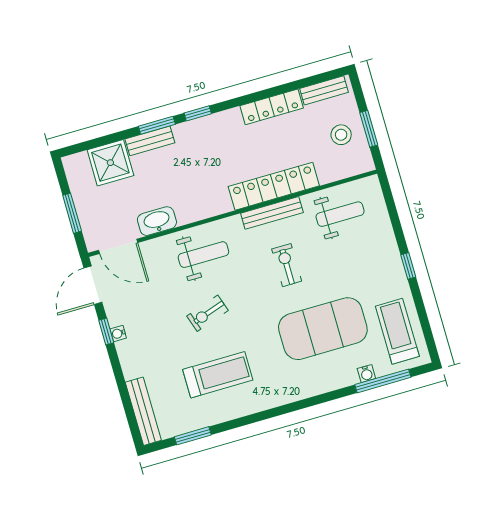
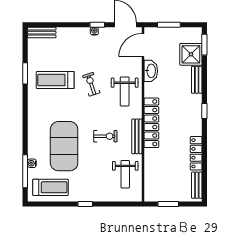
window: (157, 125) -> (204, 45), moved
stool: (341, 135) -> (169, 188), removed
locker: (274, 186) -> (151, 123), moved
treadmill: (218, 375) -> (55, 80), turned 90
bench: (143, 411) -> (42, 33), width x0.73
window: (193, 436) -> (25, 73), moved

